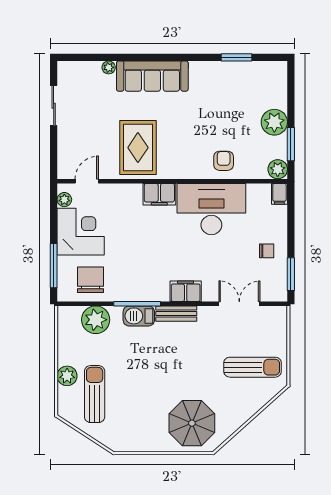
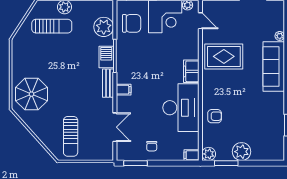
filing cabinet: (186, 291) -> (124, 90), width x0.50

